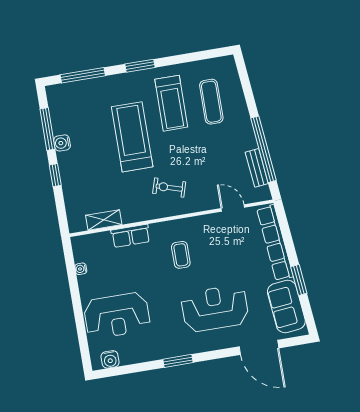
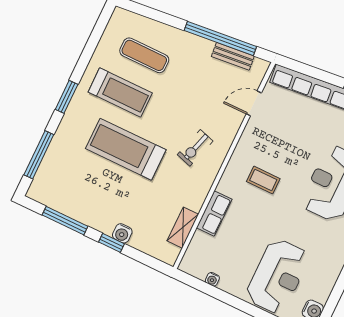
water cooler: (62, 143) -> (122, 233), moved

